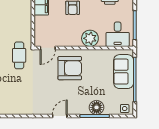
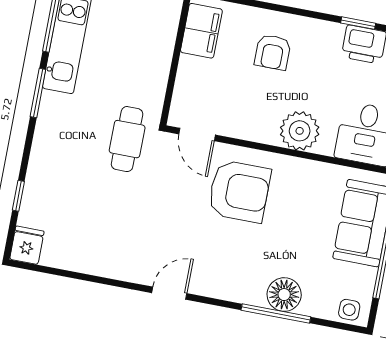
door: (48, 48) -> (197, 135), hinge flipped
door: (60, 116) -> (169, 293), moved

